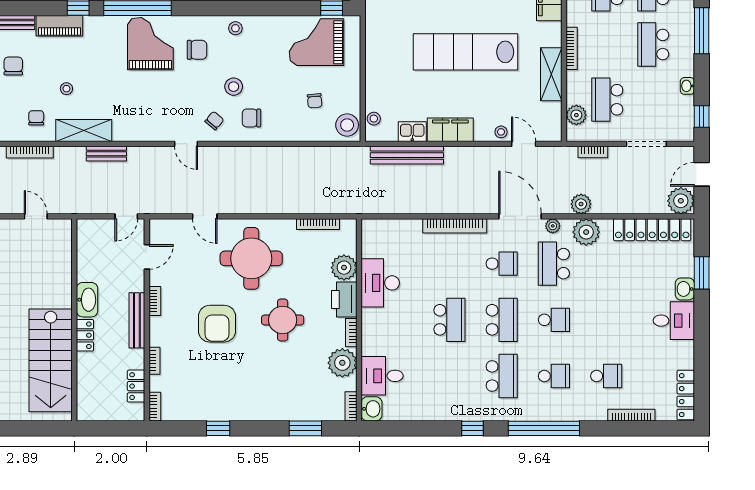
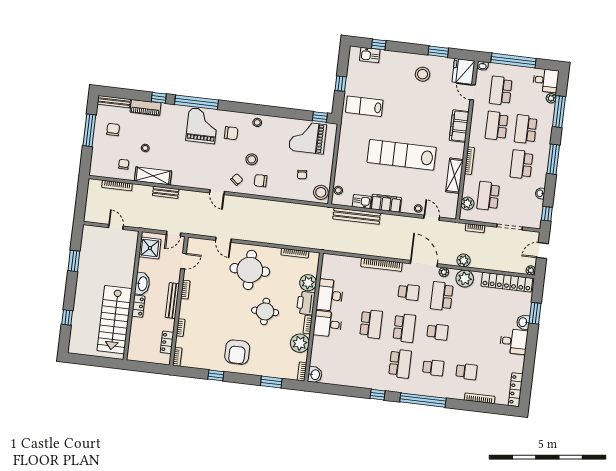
plant: (681, 201) -> (531, 270), width x0.53, depth x0.53
shower: (92, 243) -> (150, 248), added
armchair: (217, 324) -> (237, 352), moved
desk: (382, 376) -> (328, 324), moved

